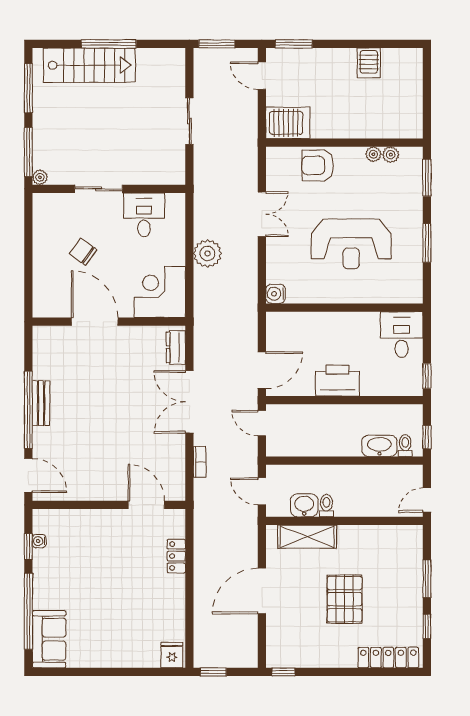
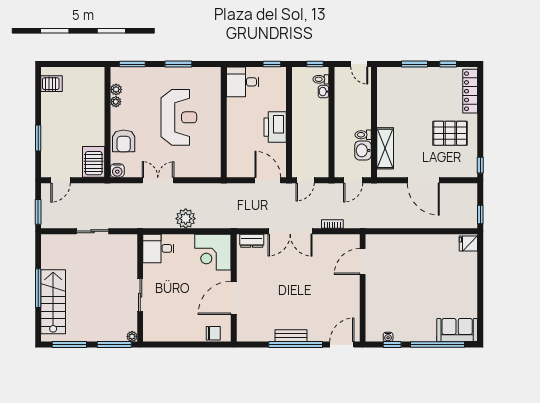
window: (294, 44) -> (38, 138), moved
server rack: (369, 63) -> (52, 84), moved
desk: (144, 215) -> (158, 248), moved
chair: (83, 252) -> (213, 333), moved, turned -126
water cooler: (276, 294) -> (117, 171), moved
washbasin: (379, 446) -> (323, 92), width x0.52, depth x0.69
locker: (176, 556) -> (399, 240), removed
pallet: (345, 599) -> (450, 133), moved

